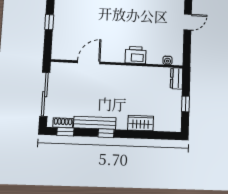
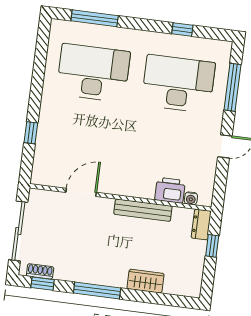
printer: (136, 55) -> (170, 190), moved
window: (185, 104) -> (212, 246), moved
bench: (95, 123) -> (143, 210), moved
window: (106, 133) -> (97, 291), width x2.17

